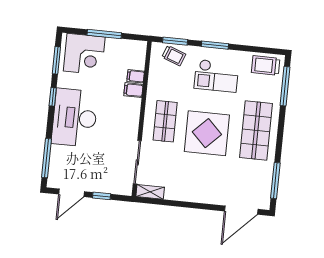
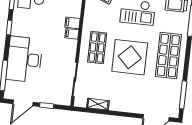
filing cabinet: (136, 76) -> (72, 34), moved
desk: (75, 118) -> (24, 59), moved
shelving: (150, 192) -> (98, 104), moved

